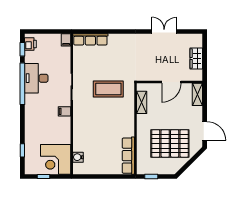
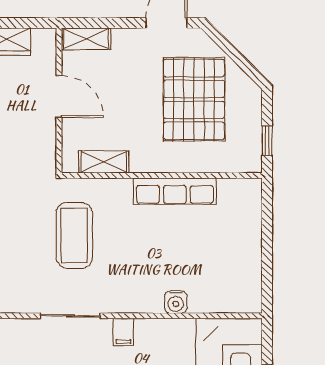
row of seats: (128, 156) -> (175, 191), moved
water cooler: (78, 157) -> (176, 302), moved

